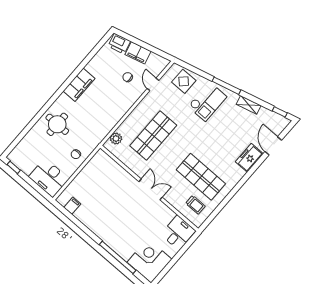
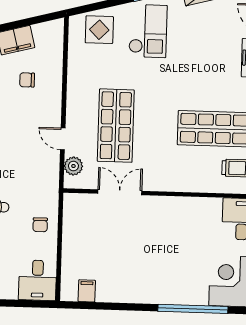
door: (153, 84) -> (63, 139), moved
desk: (49, 178) -> (38, 280), width x0.73
double door: (151, 189) -> (120, 192), moved

